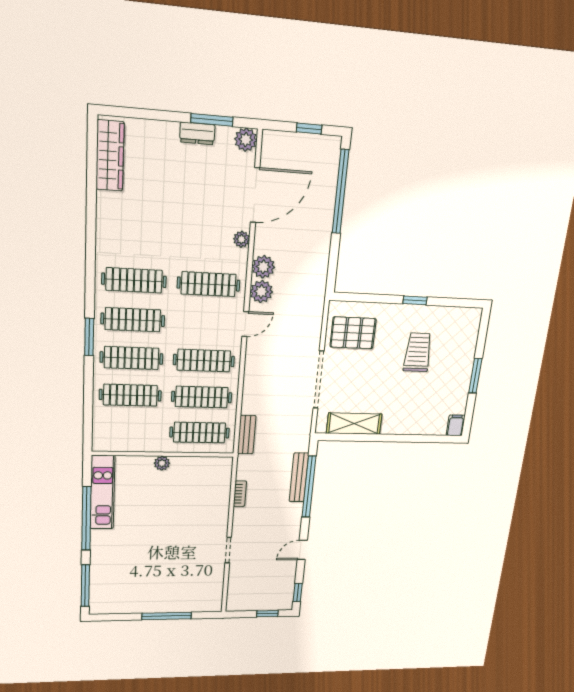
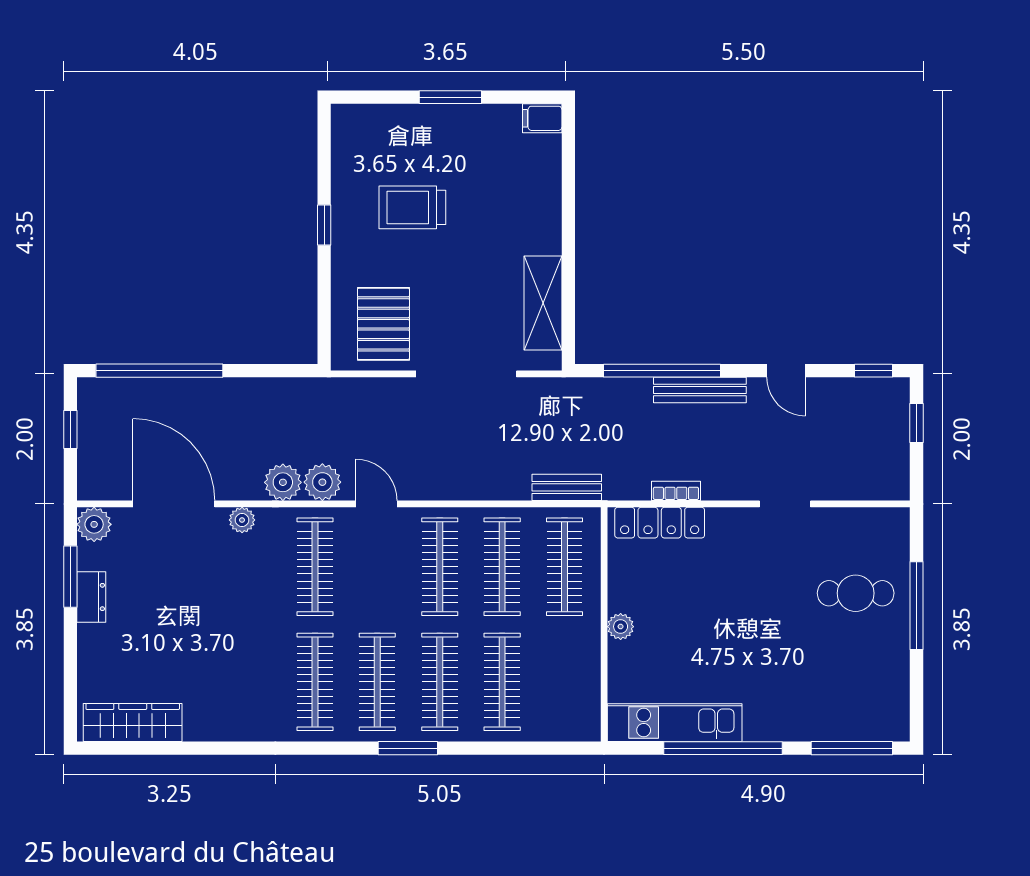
bench: (299, 477) -> (700, 390), moved
locker: (222, 485) -> (660, 523), added
cafe table: (175, 586) -> (856, 593), added

